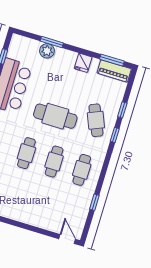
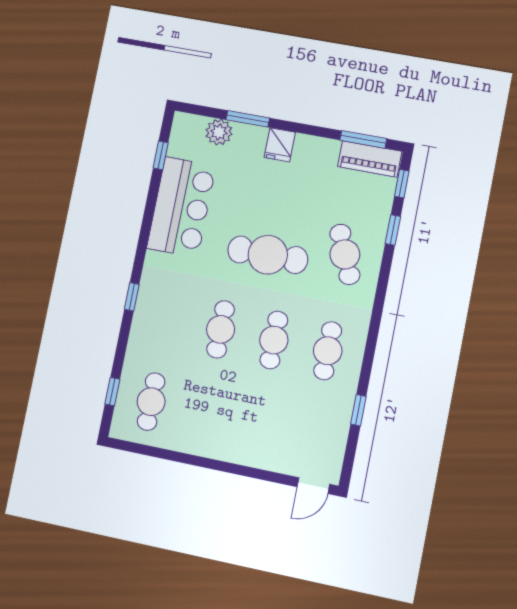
plant: (47, 51) -> (219, 132), moved
fridge: (83, 63) -> (280, 145), moved
window: (115, 135) -> (402, 184), moved
door: (67, 239) -> (313, 486), swing flipped

